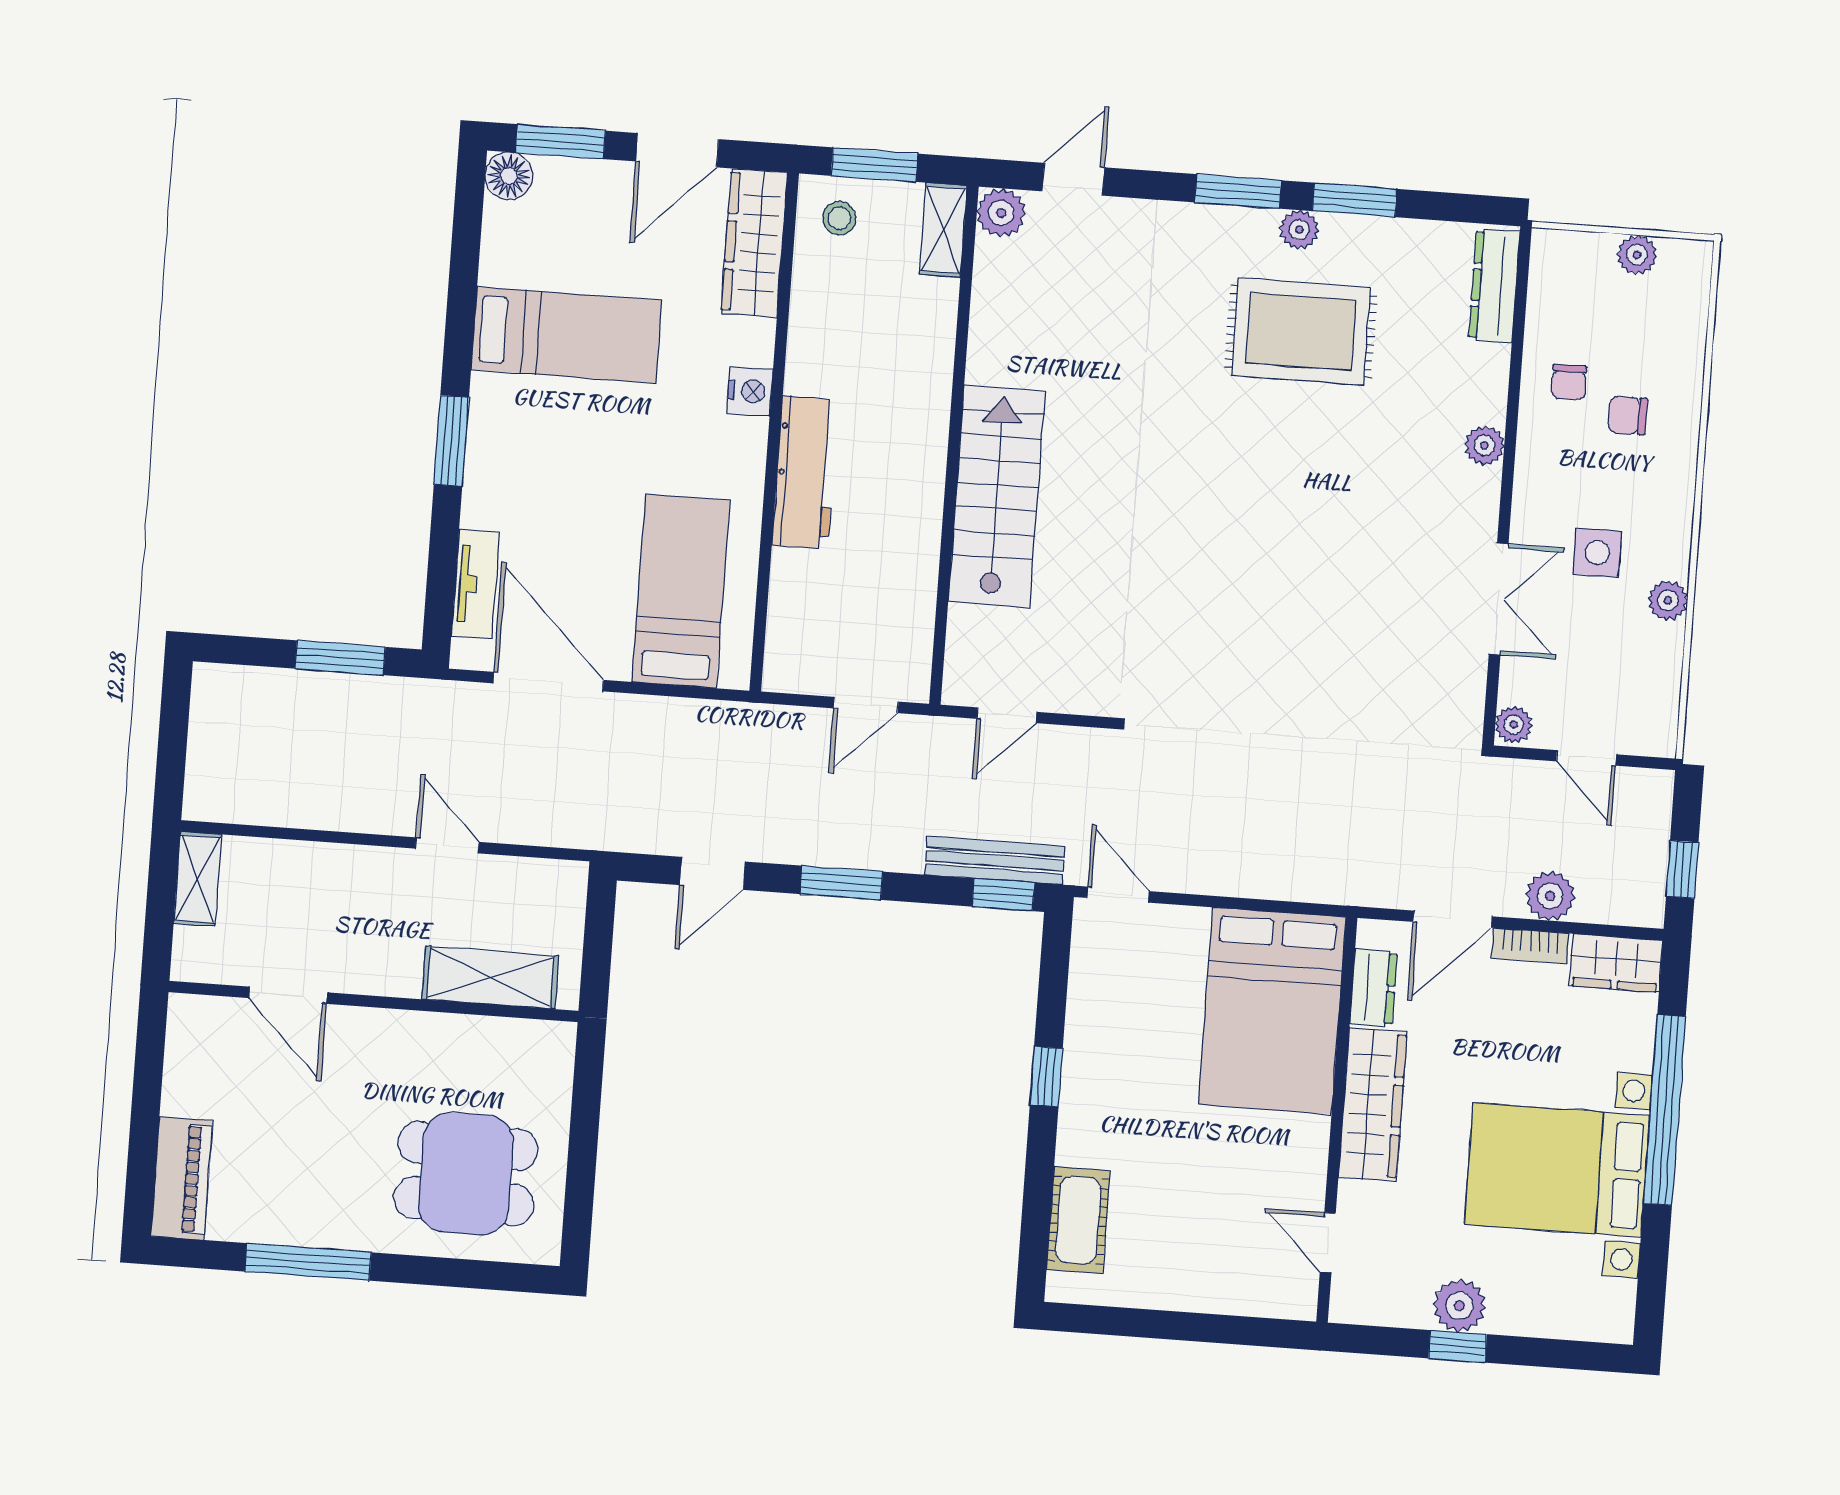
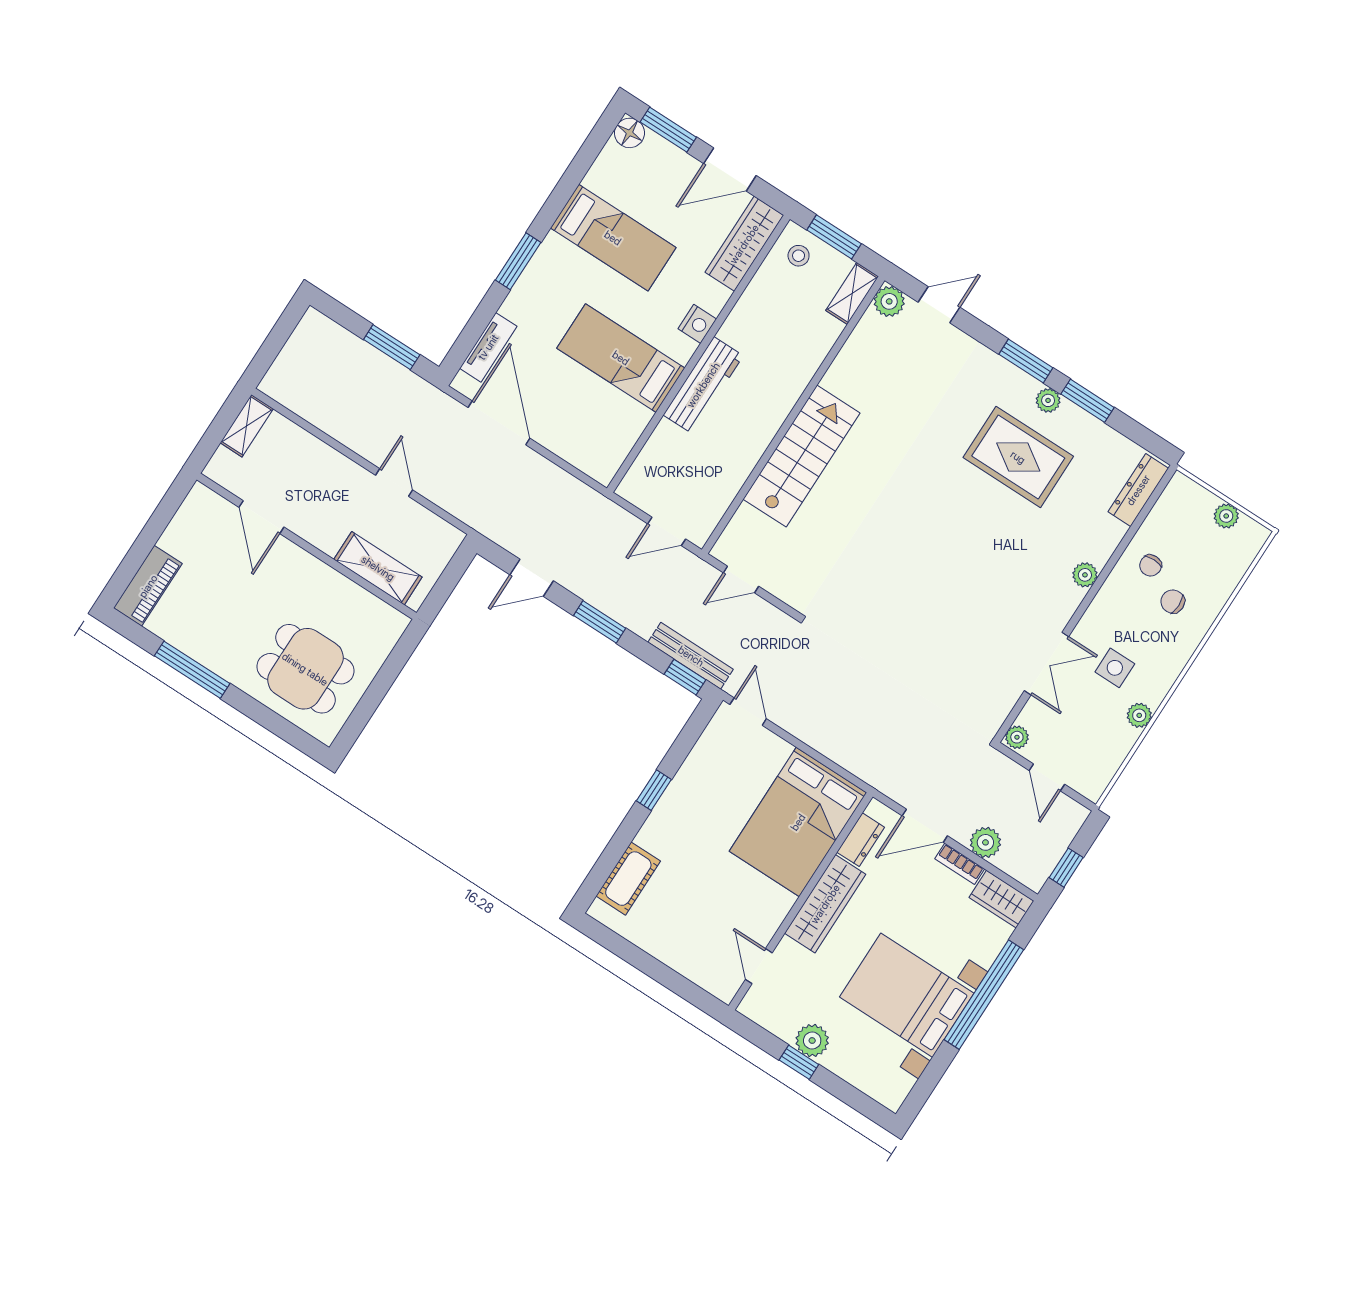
bed: (681, 591) -> (621, 358), moved, turned -90

